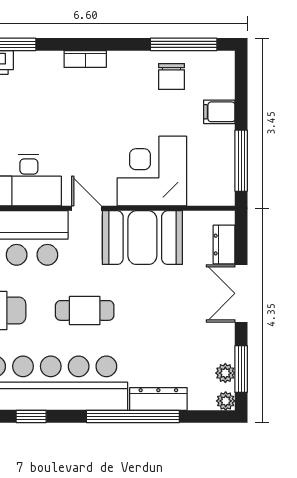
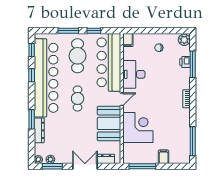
chair: (172, 77) -> (179, 136), removed
window: (133, 416) -> (32, 119), width x0.47

